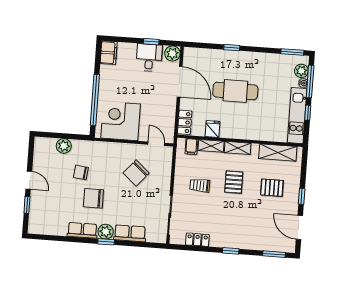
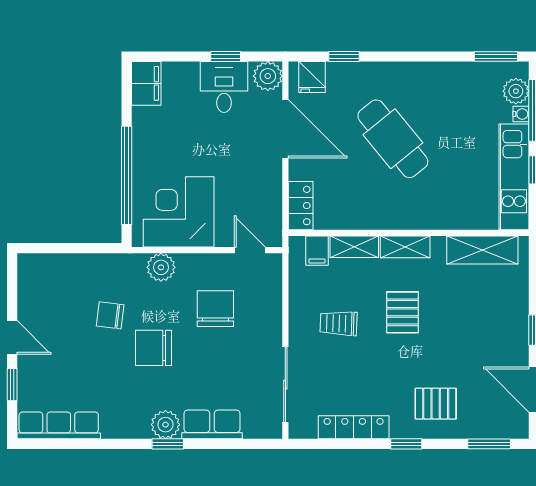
window: (232, 48) -> (344, 57), moved
cafe table: (235, 91) -> (393, 139), turned 51
fridge: (212, 129) -> (312, 77), moved, turned 180
plant: (64, 146) -> (161, 267), moved
chair: (136, 173) -> (215, 309), turned 139
pallet: (272, 188) -> (436, 404), moved
chair: (93, 198) -> (153, 348), moved
row of seats: (82, 230) -> (59, 425), moved, width x1.48
locker: (197, 240) -> (354, 427), width x1.53

